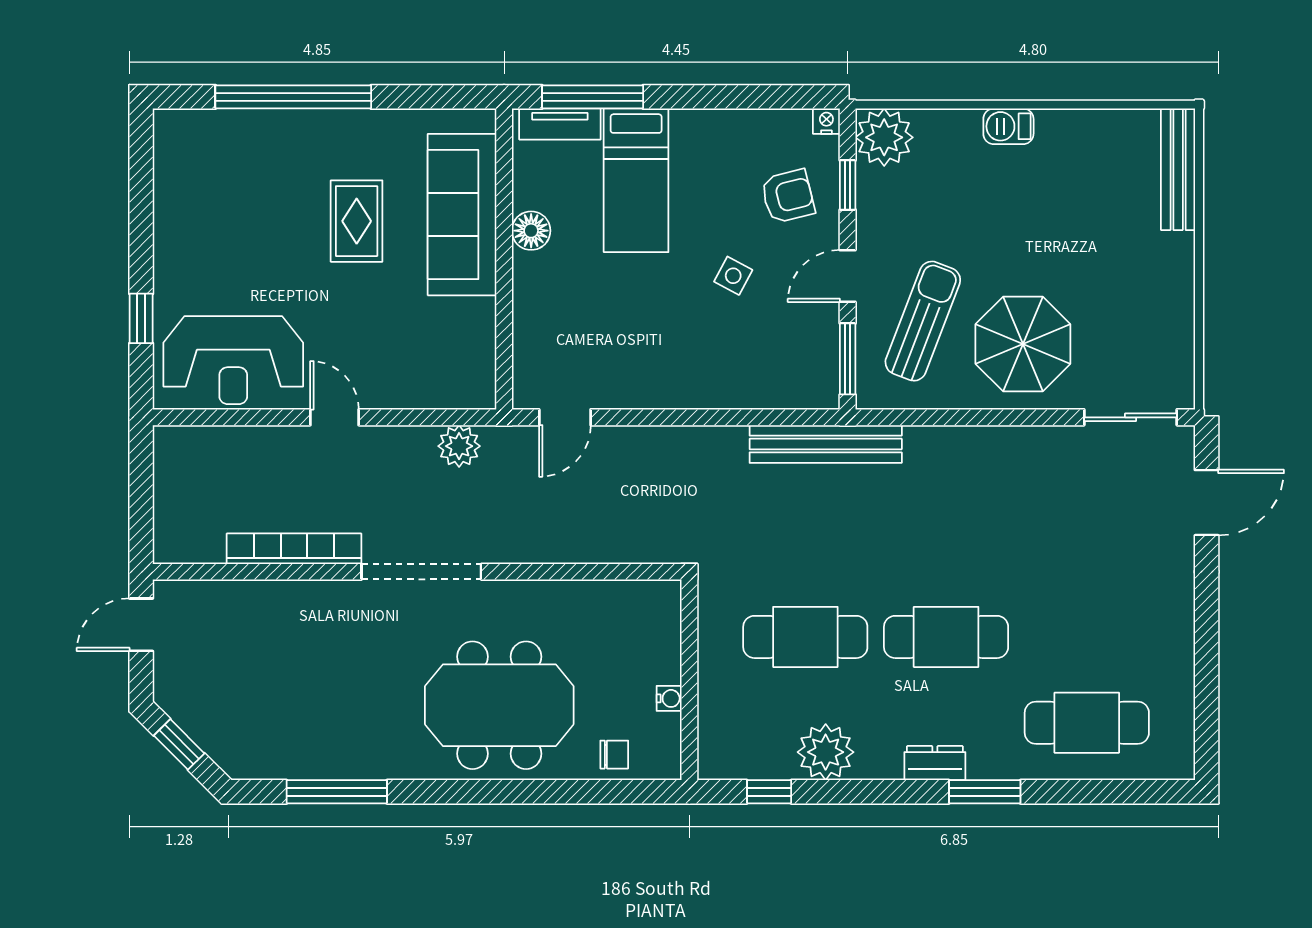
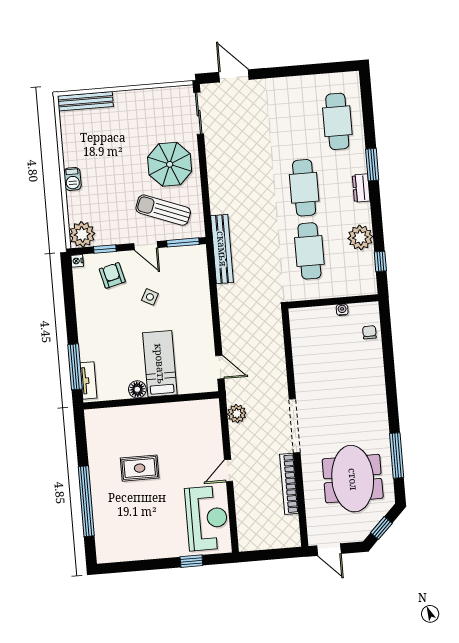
bed: (636, 180) -> (160, 364), moved, turned -90
sofa: (462, 215) -> (133, 421), removed
meeting table: (499, 705) -> (353, 479), moved

